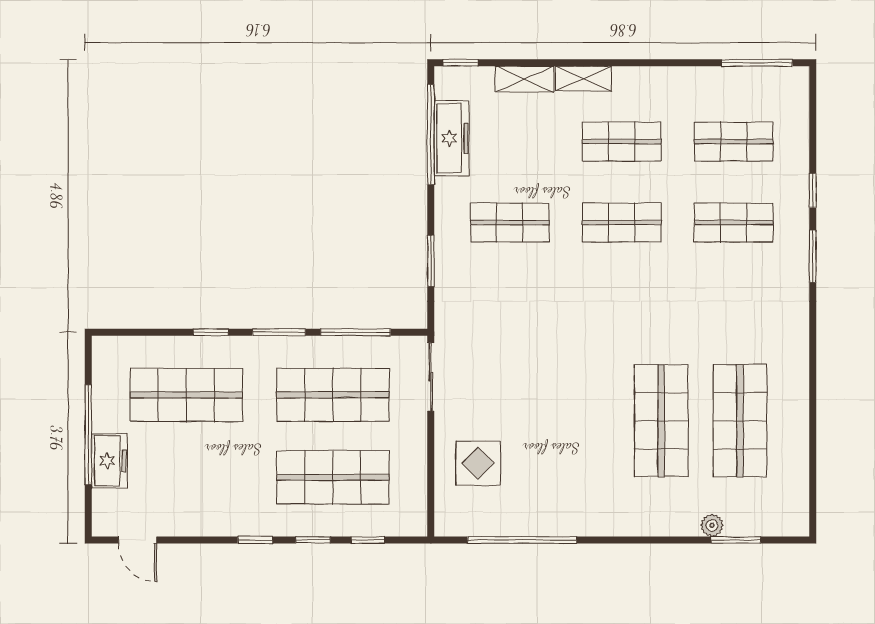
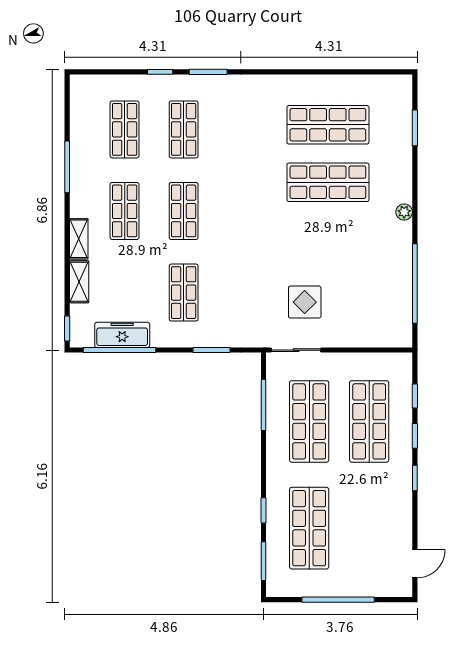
window: (757, 63) -> (67, 167), moved
window: (279, 332) -> (263, 561), moved
freezer: (110, 461) -> (357, 584), removed
display table: (478, 463) -> (305, 302), moved
plant: (712, 525) -> (404, 212), moved

